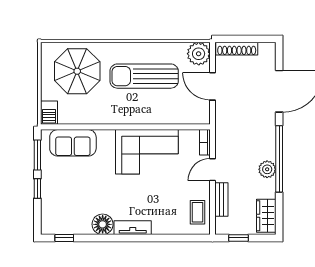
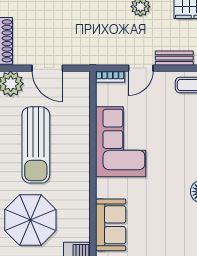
door: (213, 86) -> (47, 68), hinge flipped
door: (213, 170) -> (141, 68), hinge flipped

